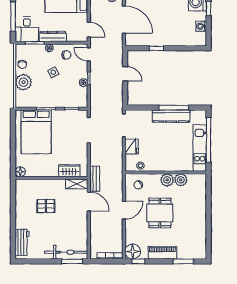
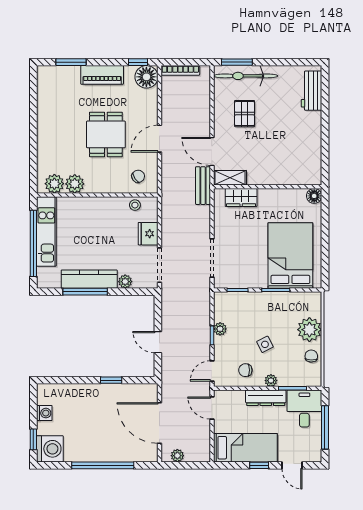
door: (89, 54) -> (212, 371), swing flipped
plant: (147, 114) -> (125, 282), added
plant: (167, 180) -> (54, 184), moved
pallet: (46, 206) -> (245, 114), moved, turned 90

